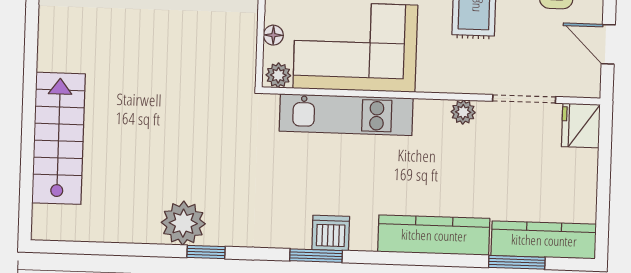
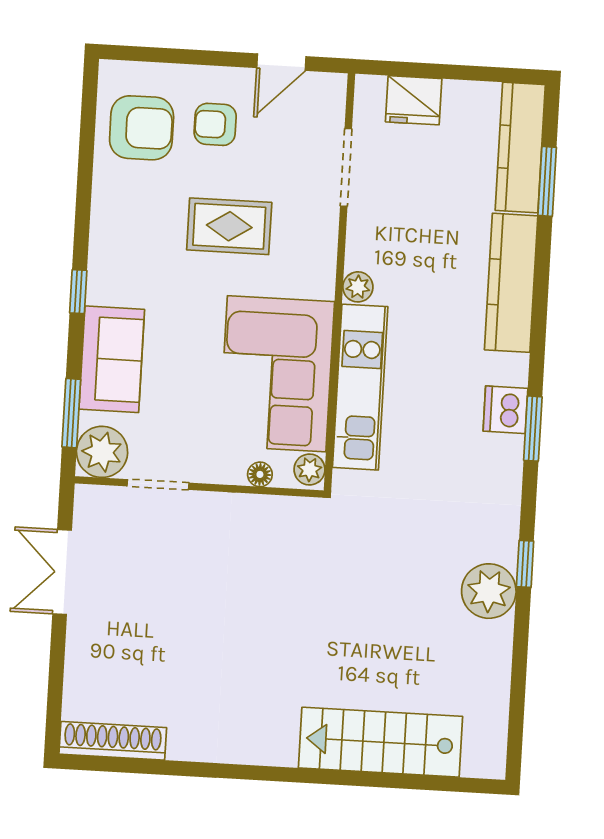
plant: (463, 112) -> (358, 287), moved
fridge: (581, 126) -> (414, 100), moved

